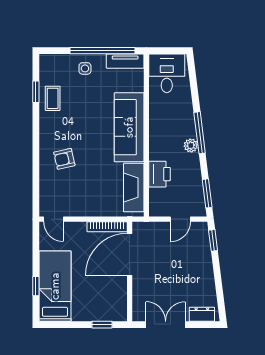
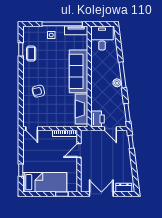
printer: (159, 174) -> (97, 119), moved
door: (180, 219) -> (110, 129), hinge flipped
door: (130, 254) -> (79, 150), width x0.53
bed: (55, 286) -> (45, 182), moved, turned 90

